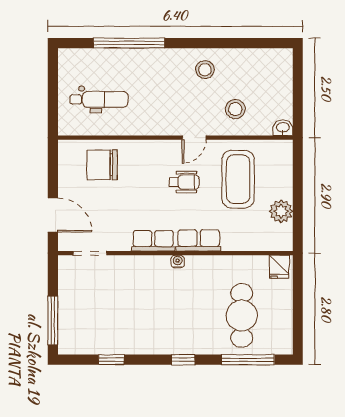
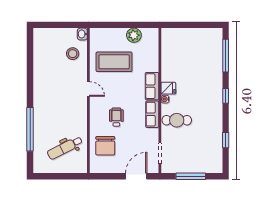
stool: (205, 70) -> (46, 82), removed
dental chair: (99, 99) -> (65, 148), turned -117
stool: (235, 109) -> (73, 54), moved
wheelchair: (184, 182) -> (116, 117), moved
fridge: (279, 267) -> (168, 88), moved
cafe table: (242, 316) -> (177, 120), moved, width x0.73, depth x0.74
window: (53, 320) -> (191, 176), moved

